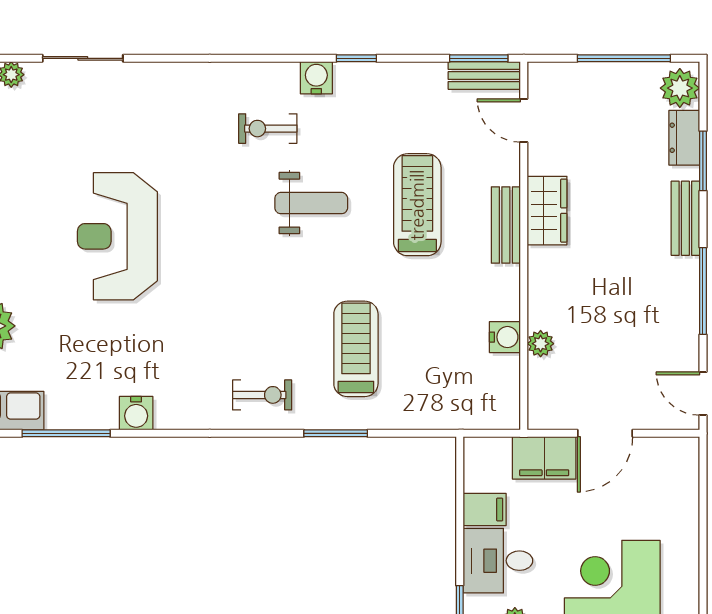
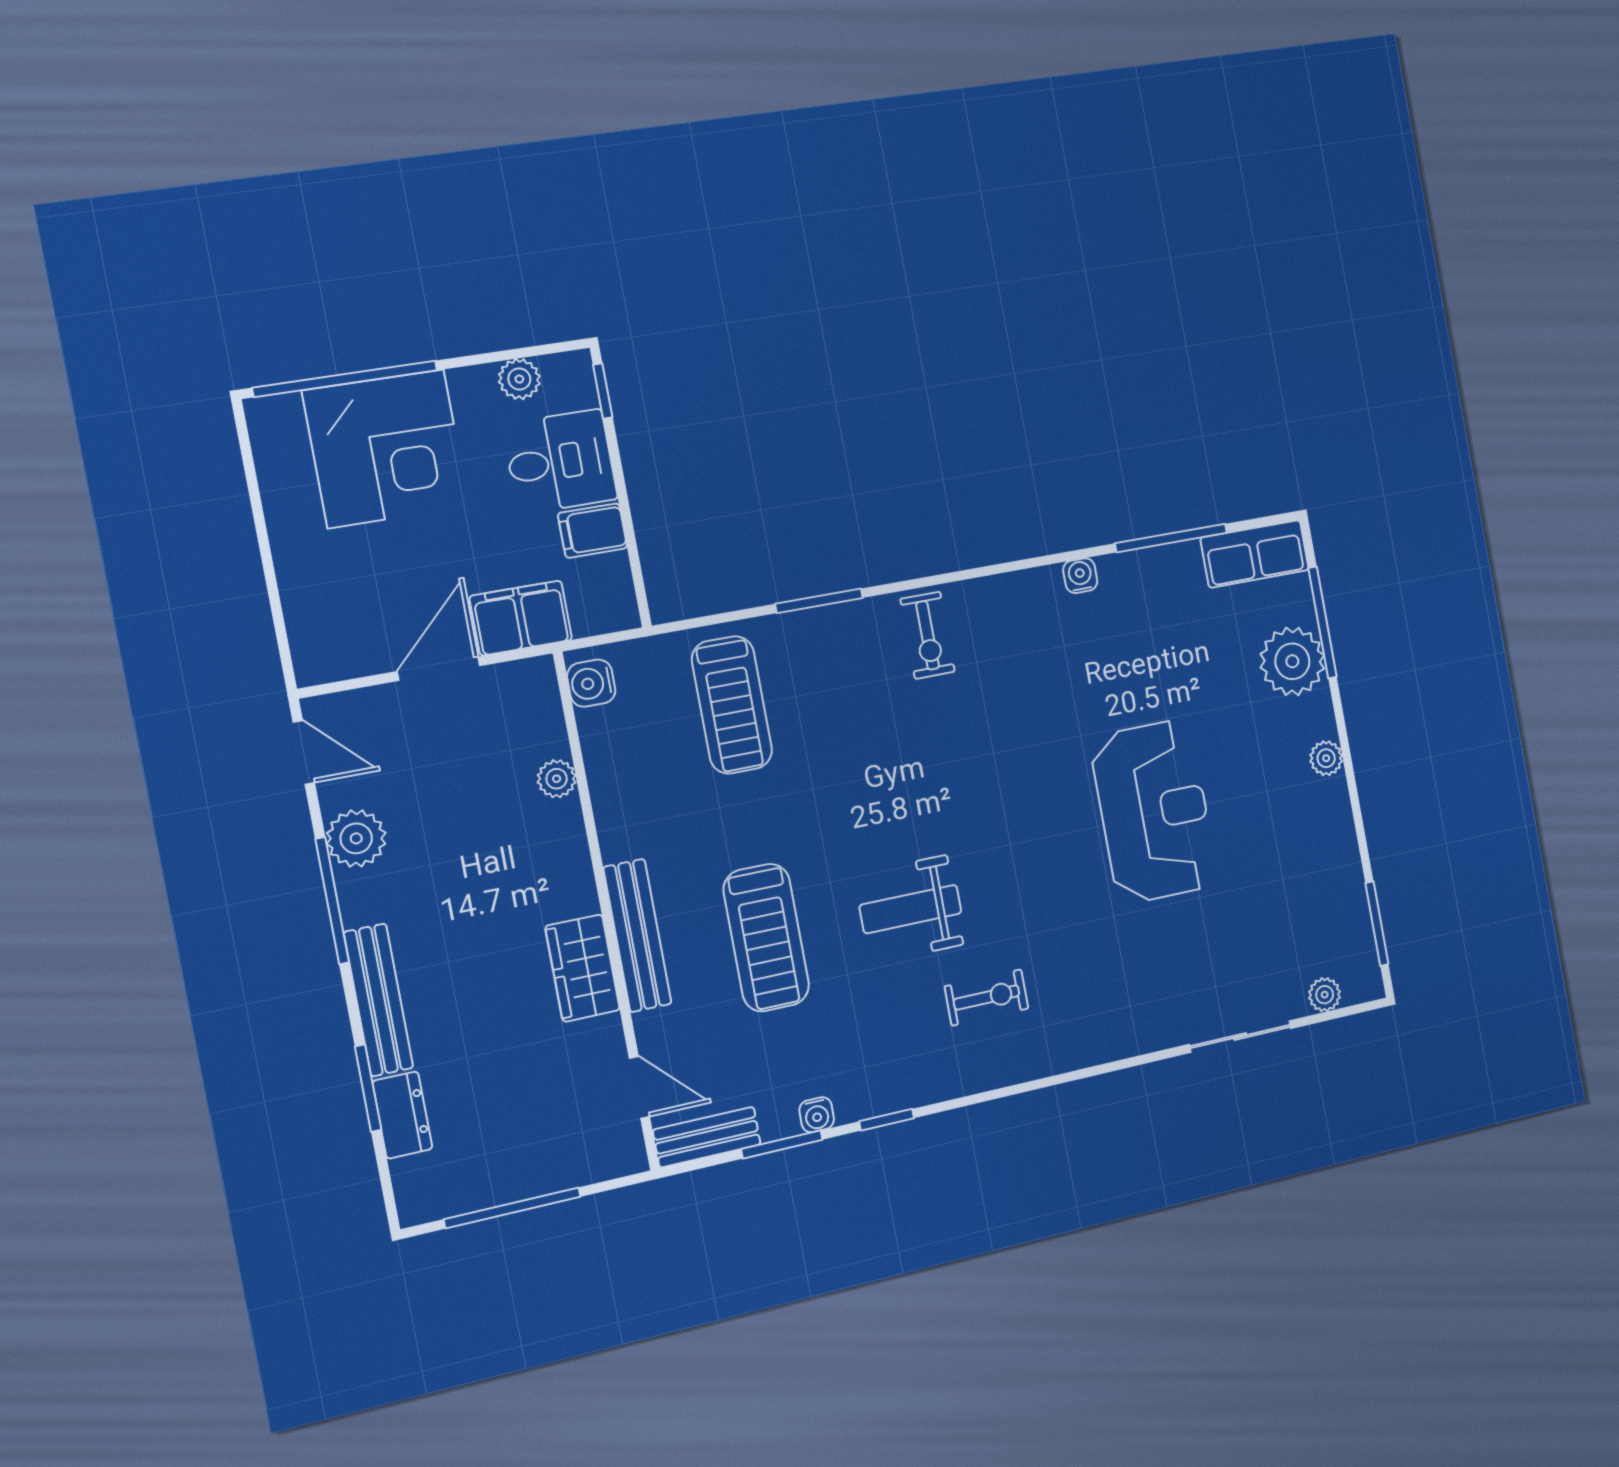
window: (479, 58) -> (782, 1144), moved
water cooler: (316, 78) -> (817, 1115), moved, width x0.72, depth x0.72
plant: (680, 88) -> (356, 838), moved
bench: (685, 218) -> (378, 1000), width x1.36
bench: (506, 225) -> (637, 935), width x1.36
water cooler: (505, 337) -> (591, 683), moved
treadmill: (356, 349) -> (732, 705), moved
exercise bike: (262, 395) -> (928, 635), turned -90
water cooler: (136, 413) -> (1080, 576), width x0.72, depth x0.72

